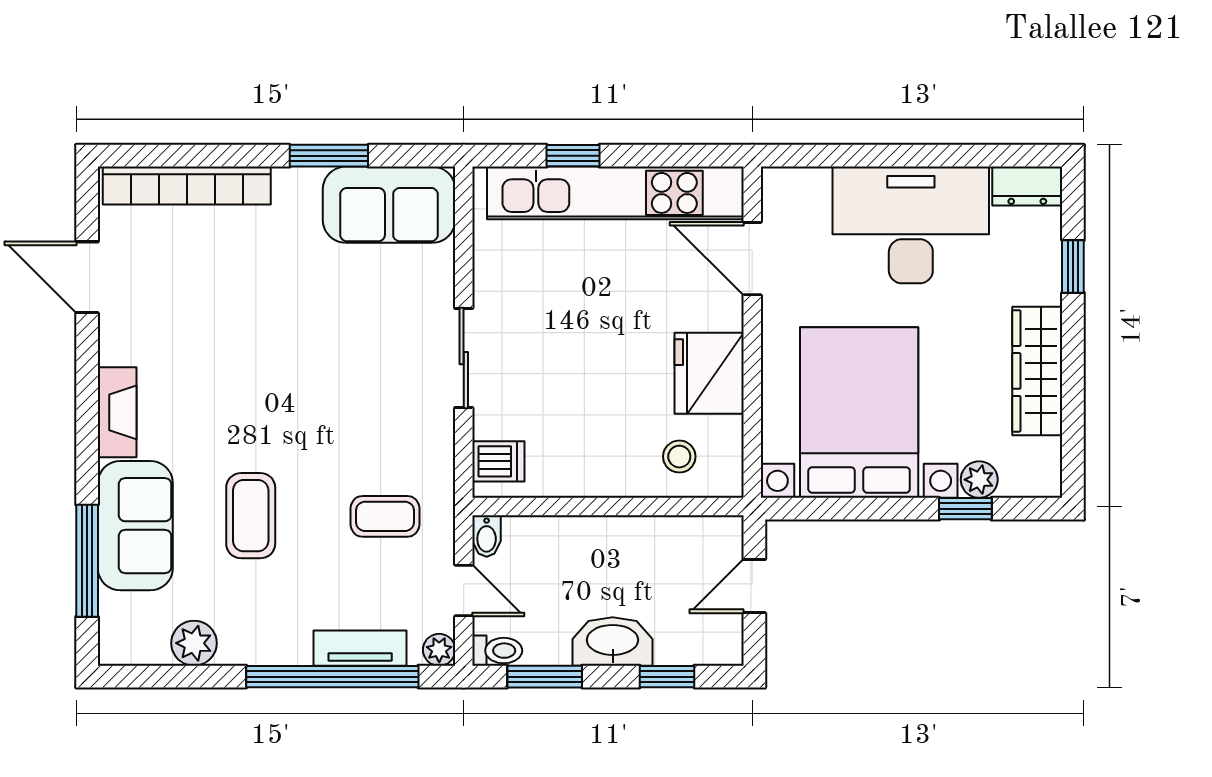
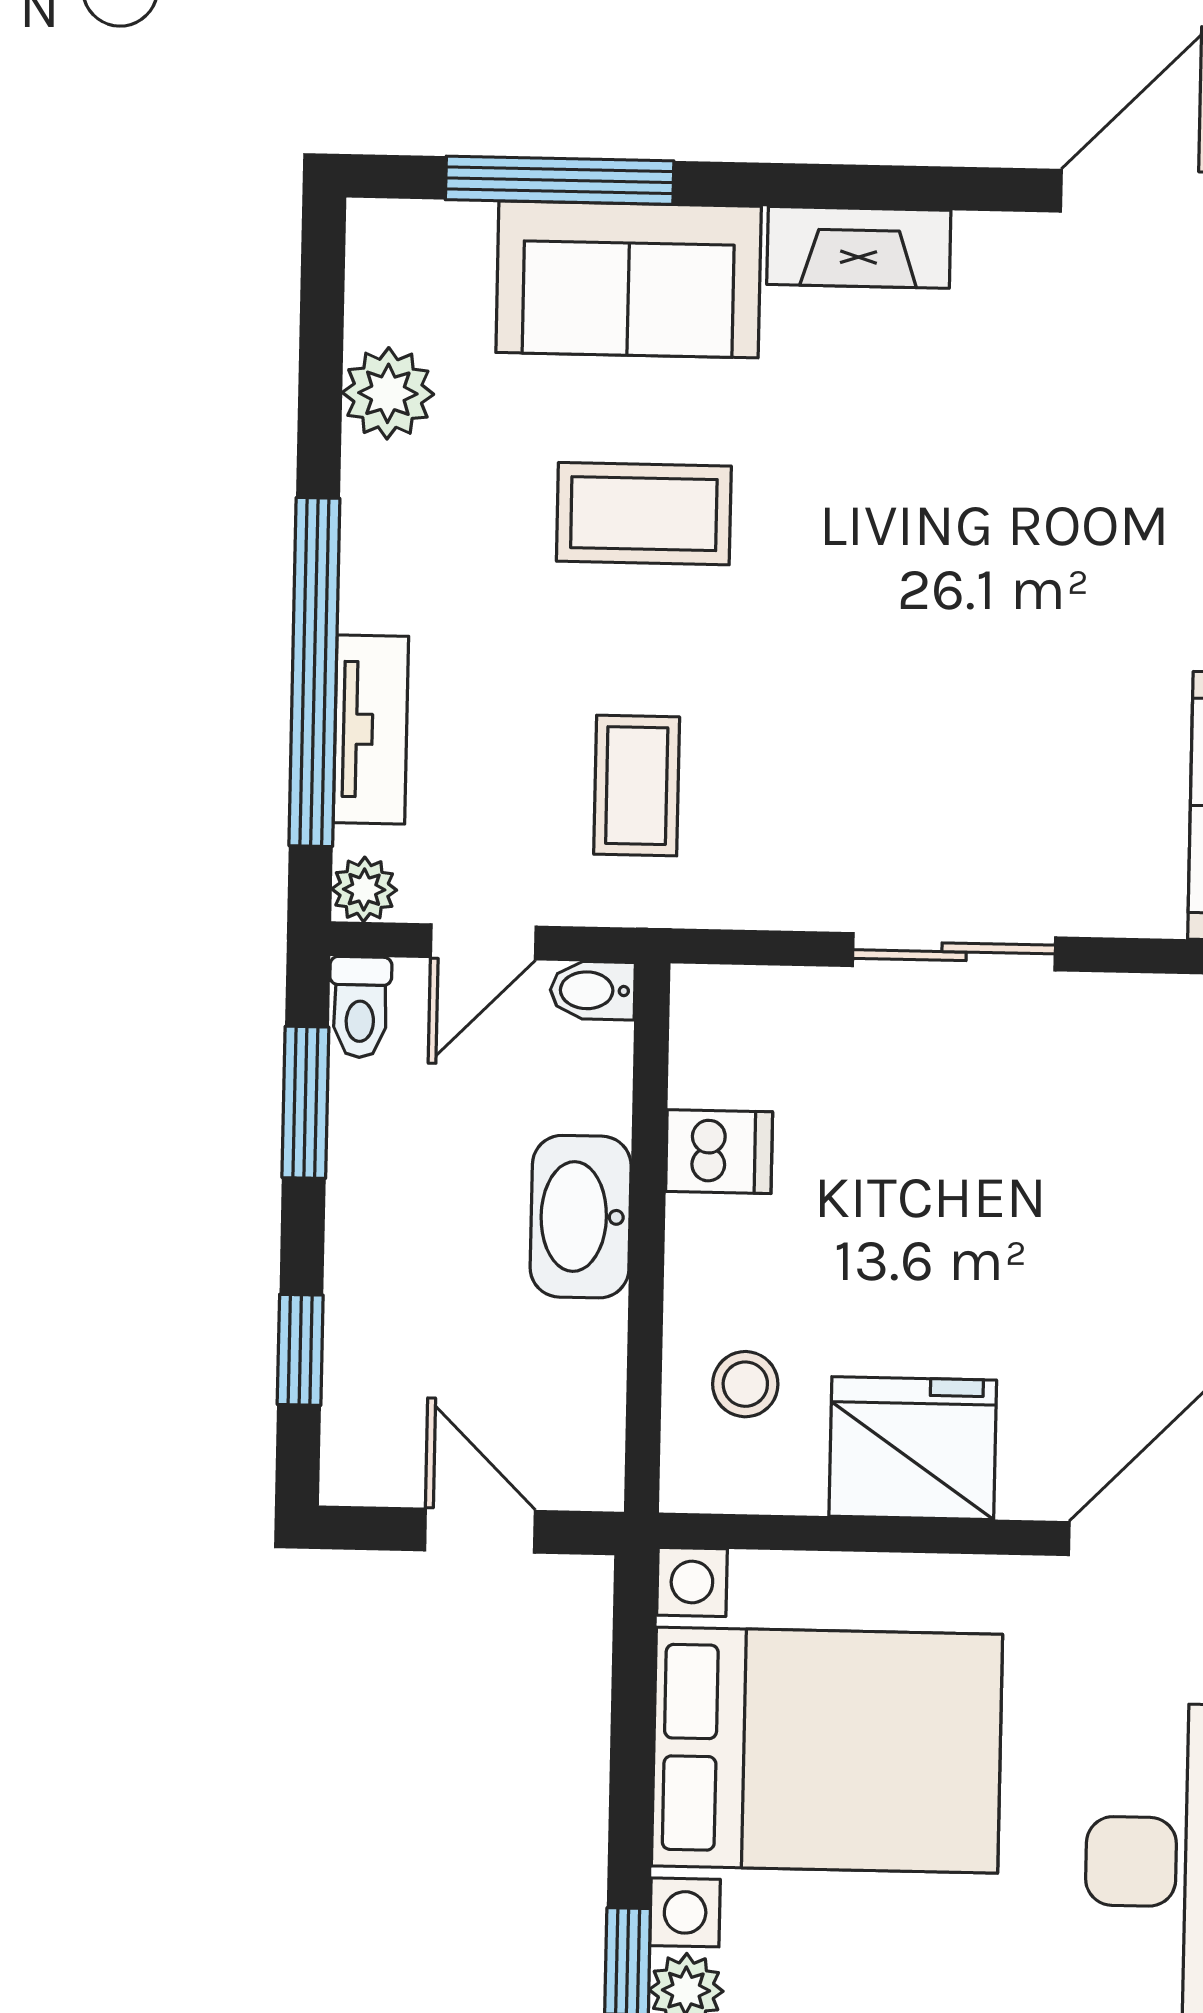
dishwasher: (498, 461) -> (719, 1152), moved, turned -90
washbasin: (613, 641) -> (581, 1217), moved, turned 180

